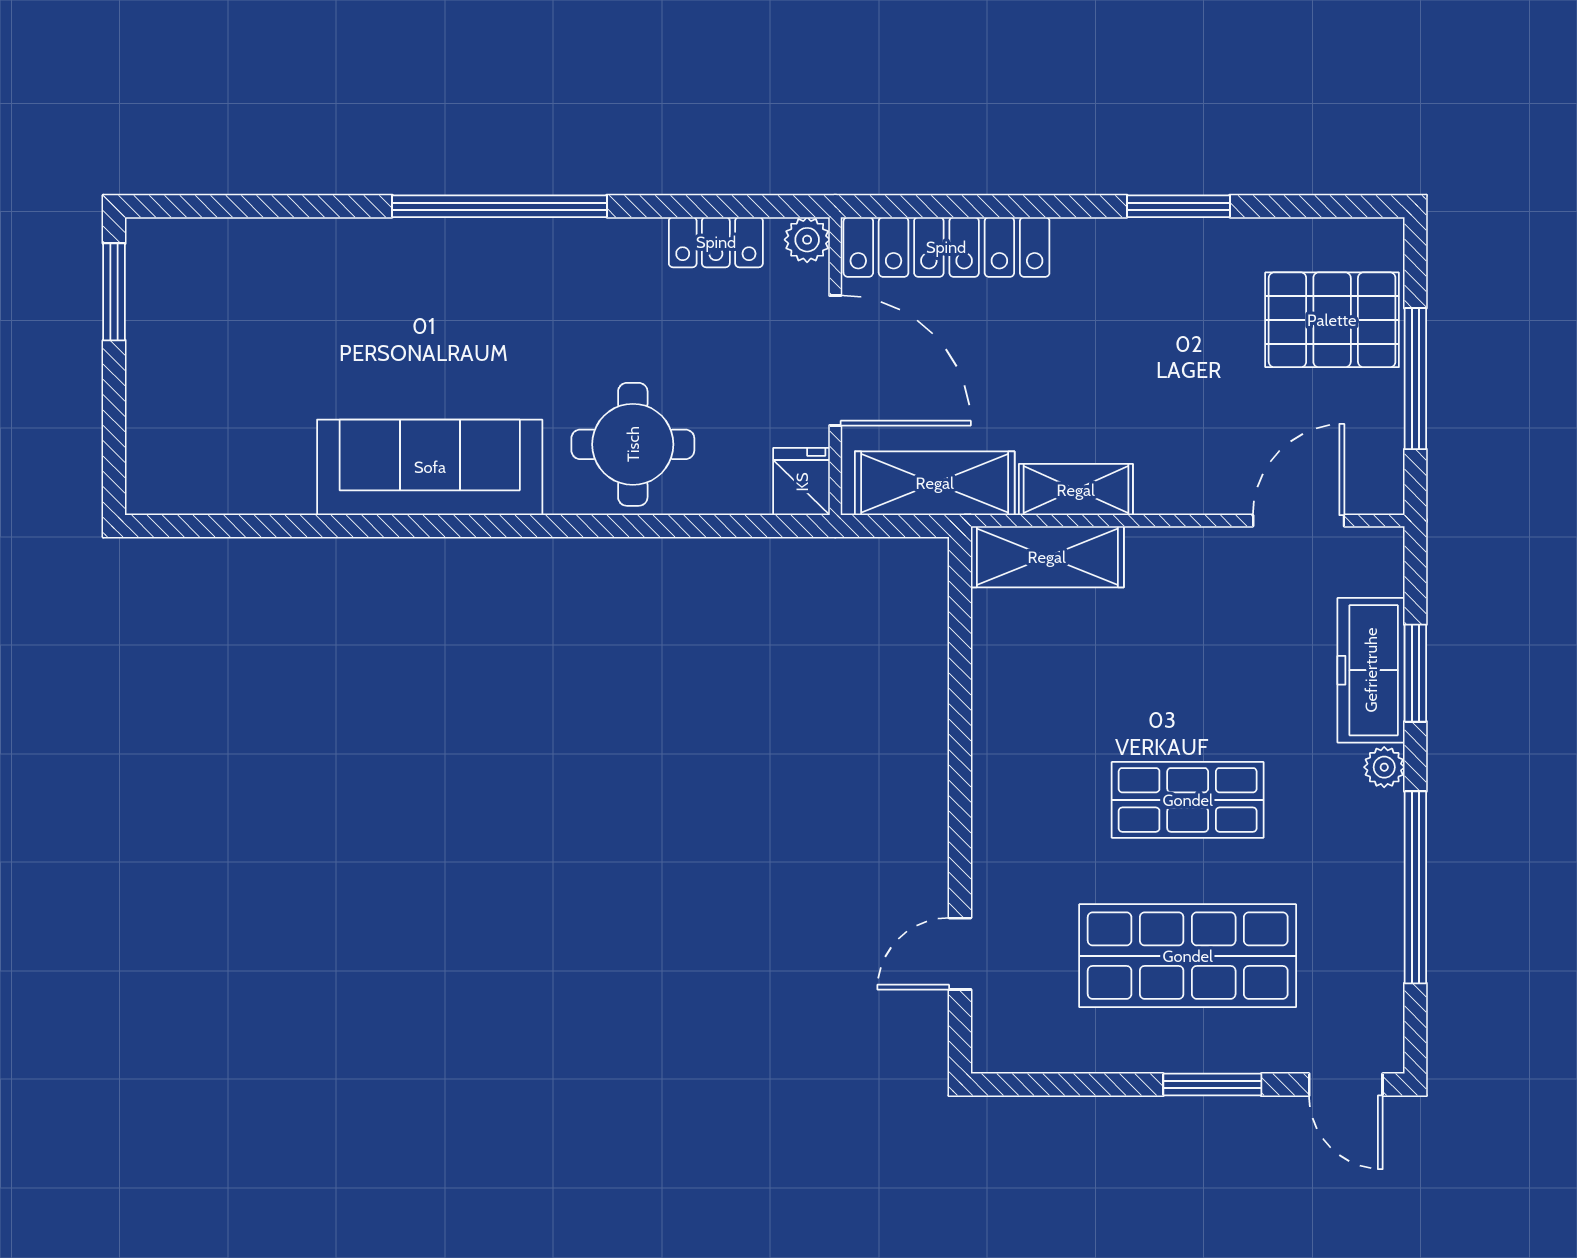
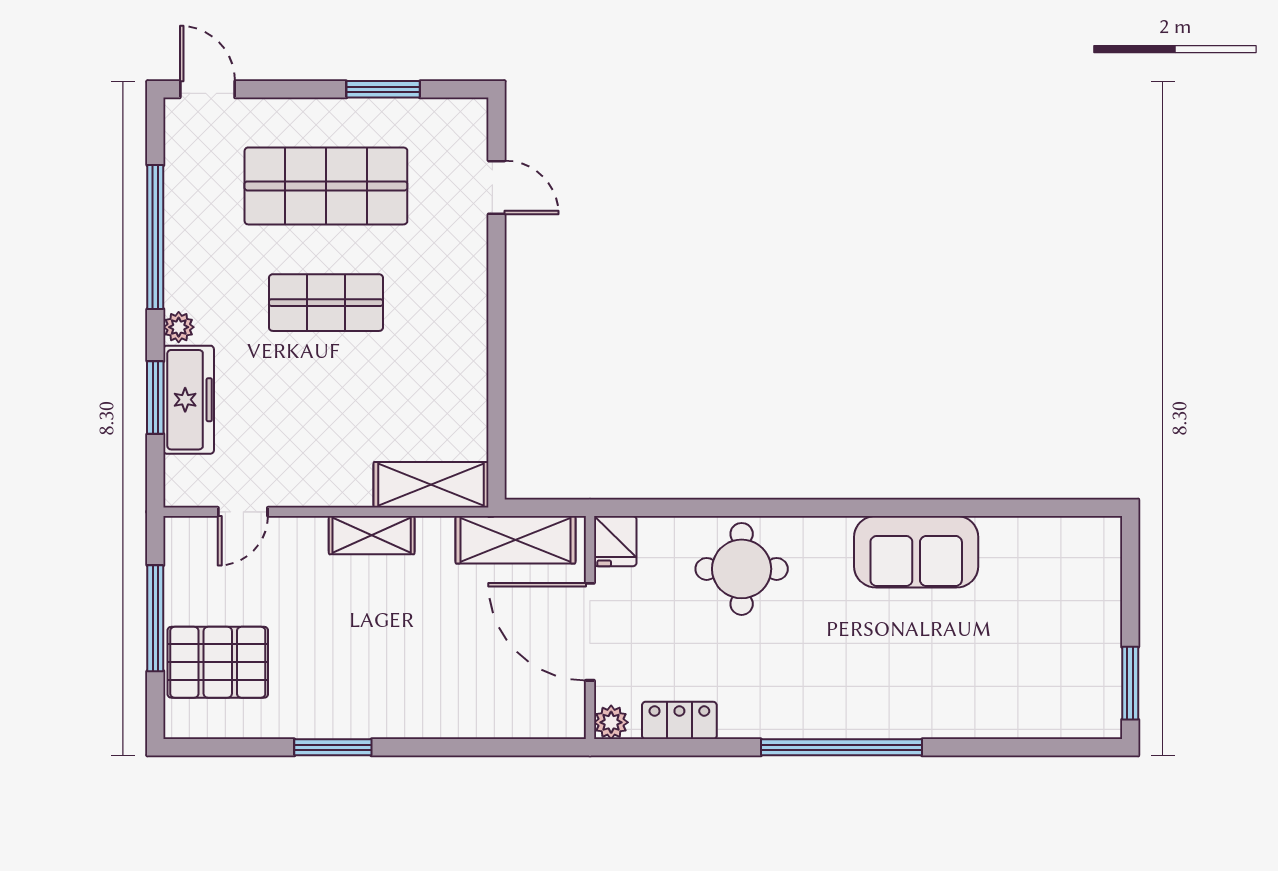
locker: (946, 247) -> (507, 717), removed
sofa: (430, 467) -> (916, 552), width x0.73
shelving: (1076, 490) -> (372, 535), moved
door: (1299, 521) -> (243, 512), width x0.73
door: (960, 954) -> (497, 187), hinge flipped
window: (1212, 1085) -> (383, 89), moved

